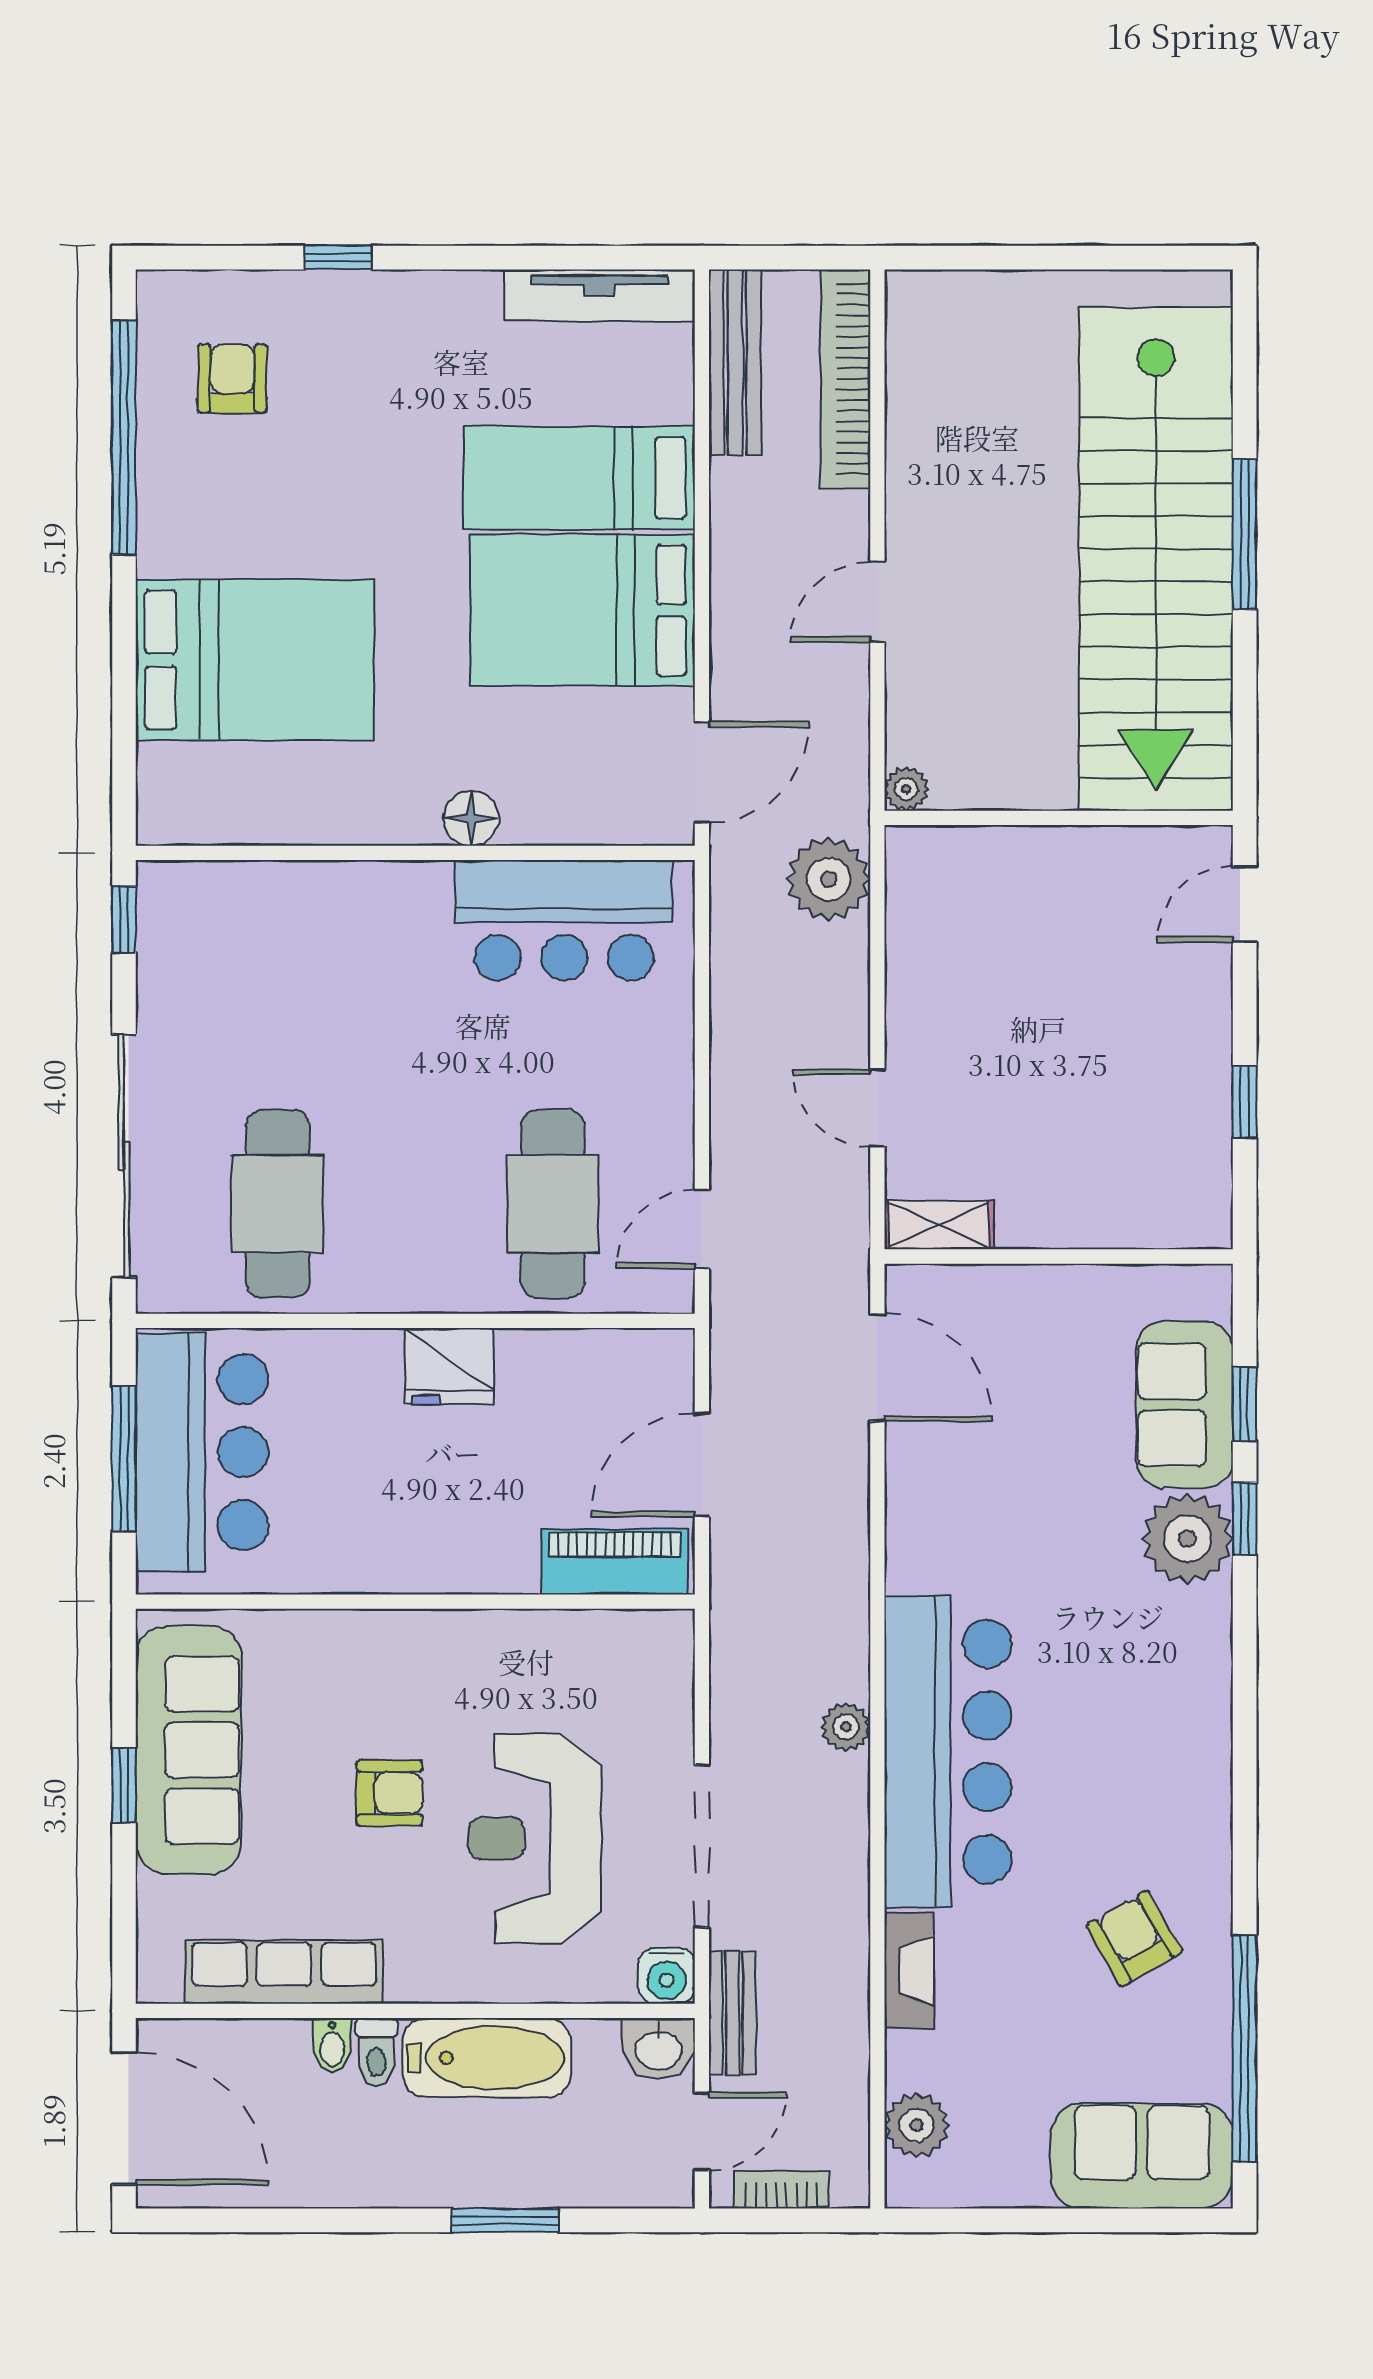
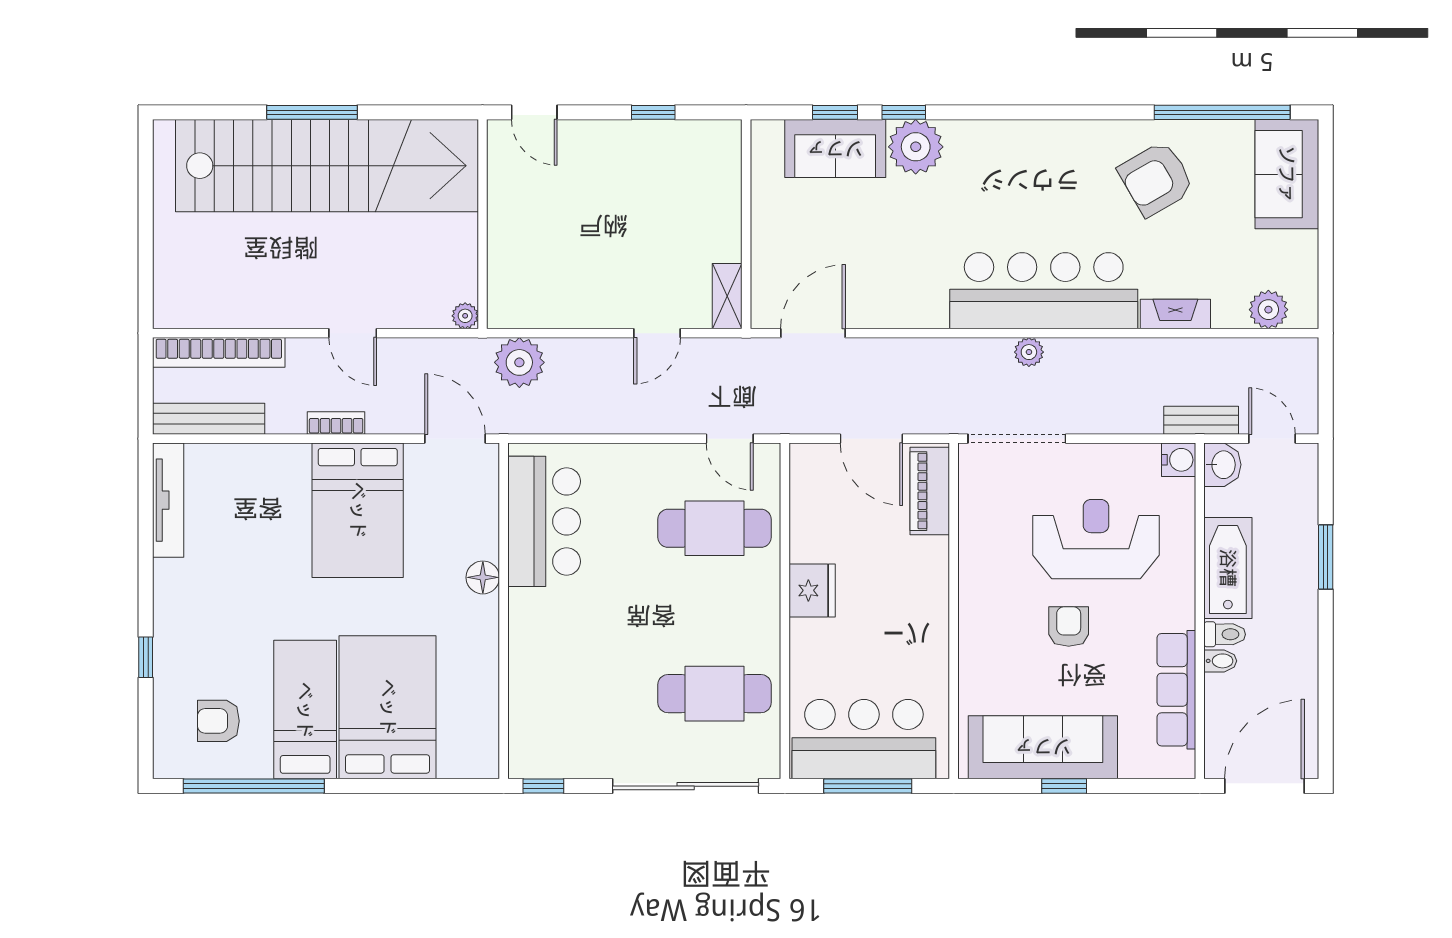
bed: (579, 478) -> (305, 710), moved, turned 180
reception desk: (535, 1838) -> (1096, 539), turned 180
doorway: (702, 1846) -> (1017, 439), moved
armchair: (1134, 1939) -> (1156, 179), width x1.38, depth x1.38
bookcase: (781, 2190) -> (336, 423), moved, turned 90

